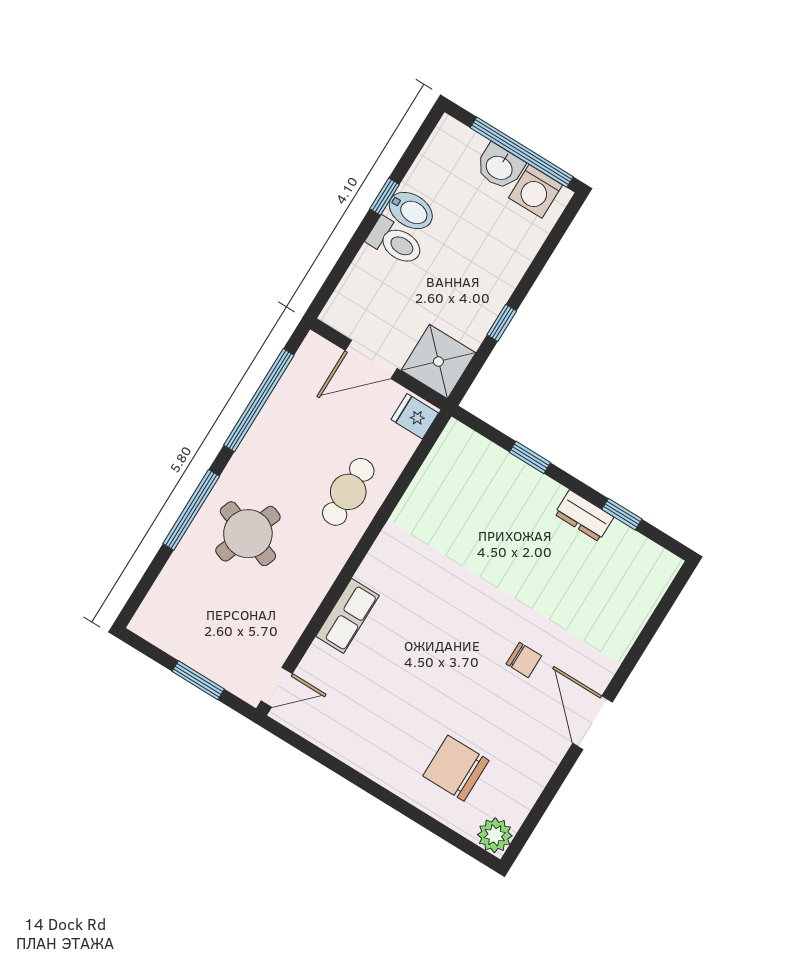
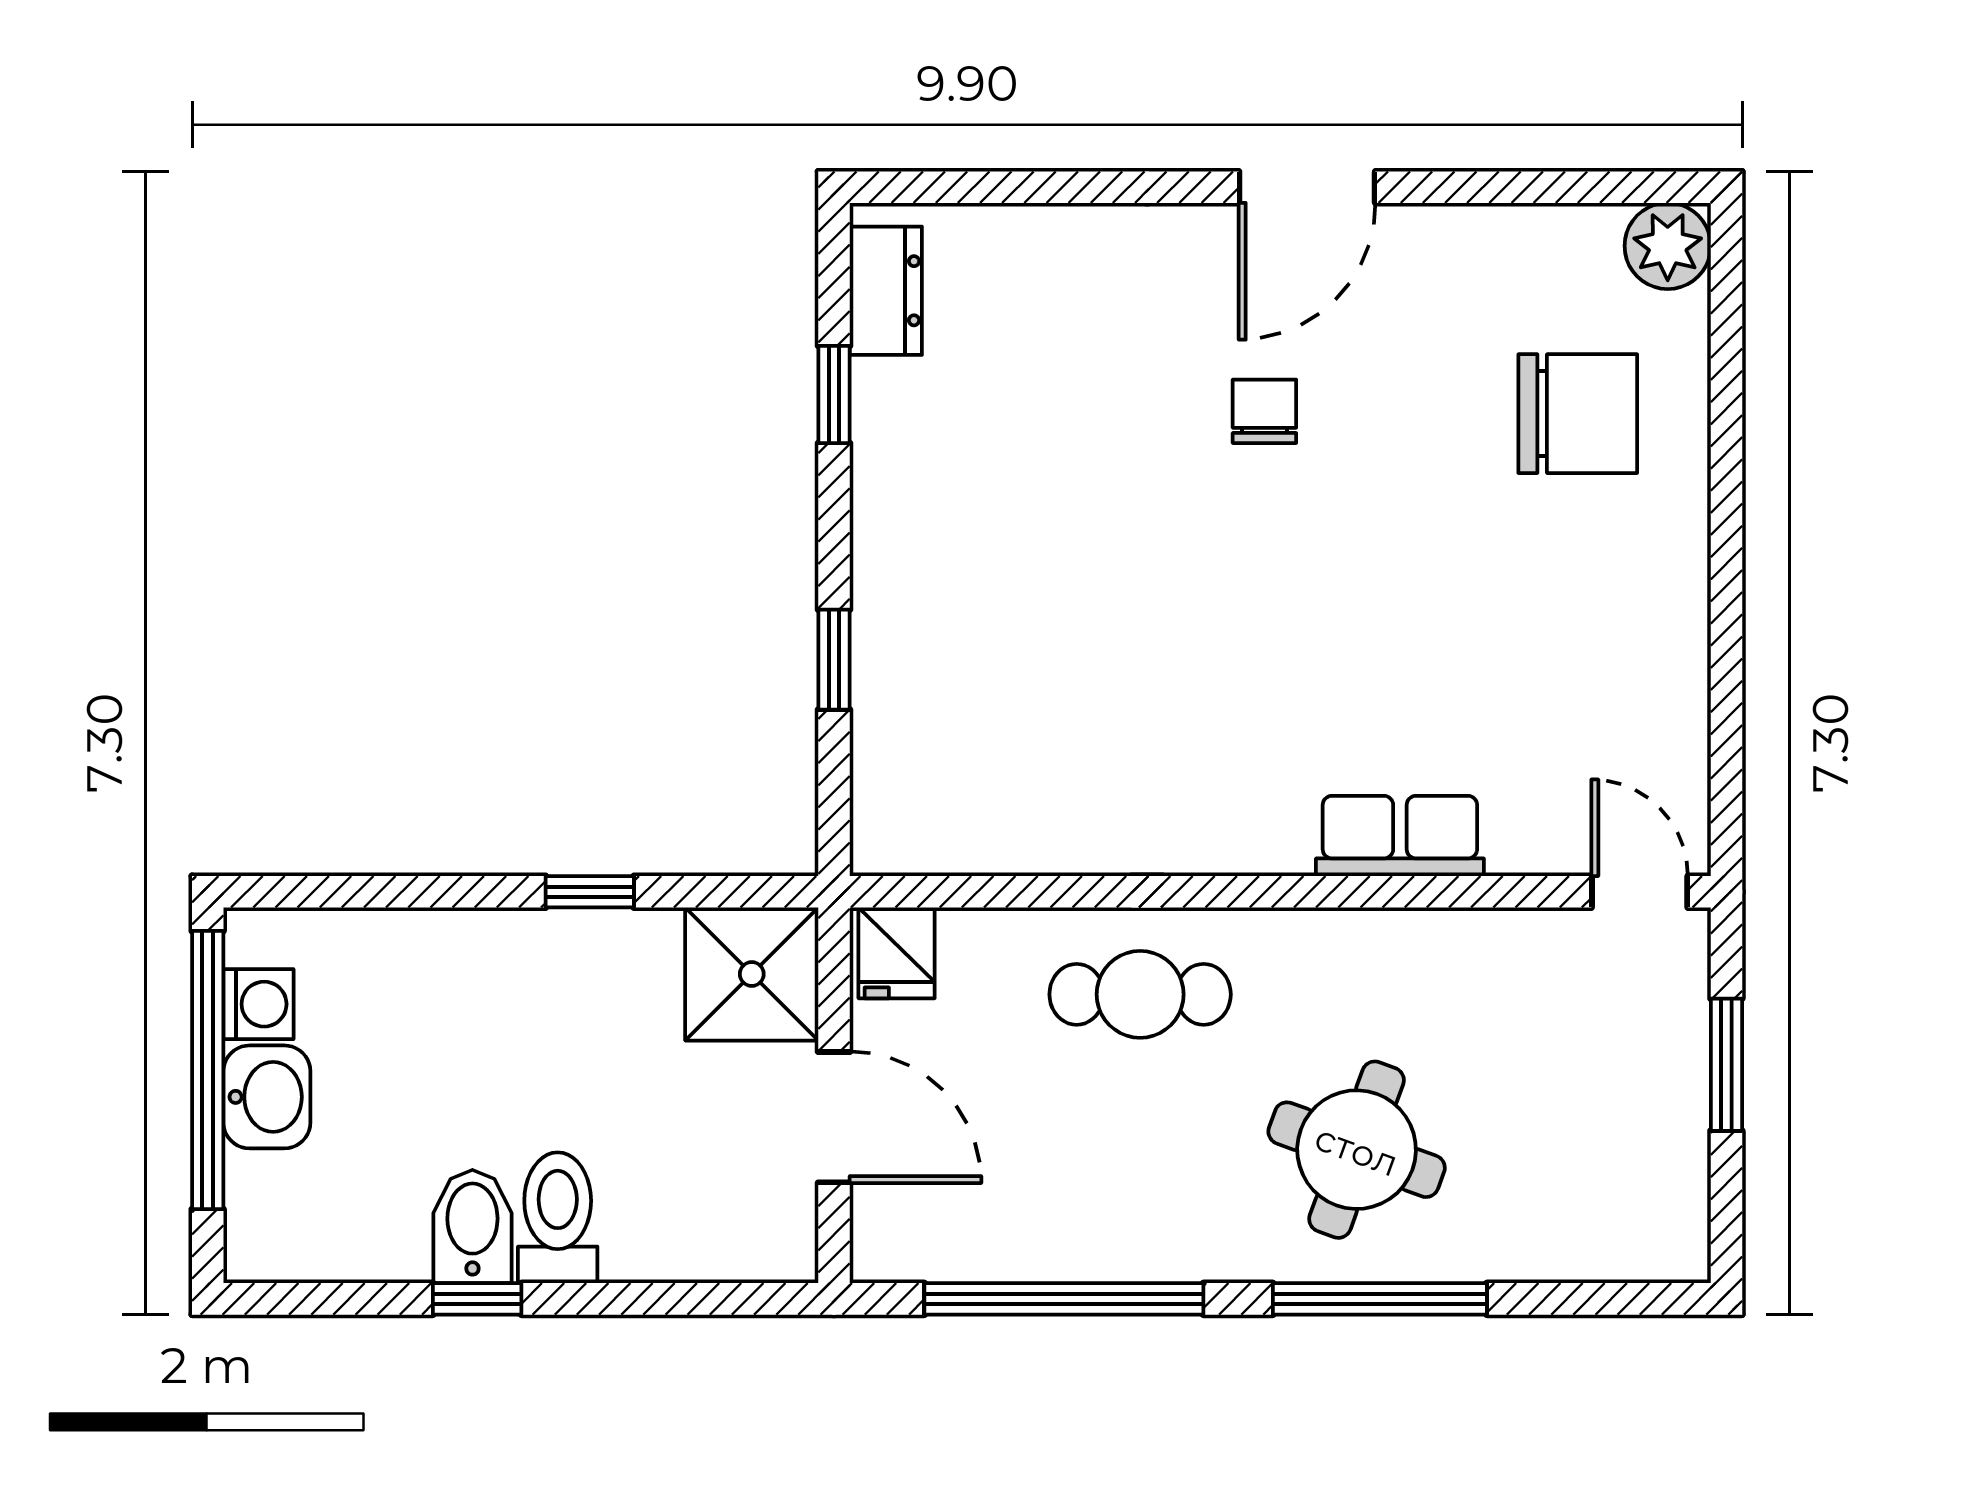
washing machine: (535, 191) -> (258, 1004), width x0.73, depth x0.73
dresser: (584, 516) -> (886, 291), moved
chair: (456, 768) -> (1578, 414), turned -90

